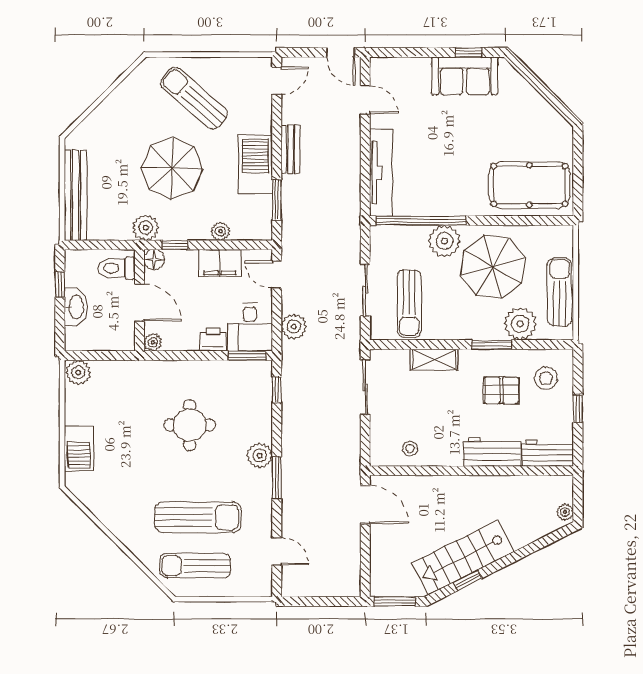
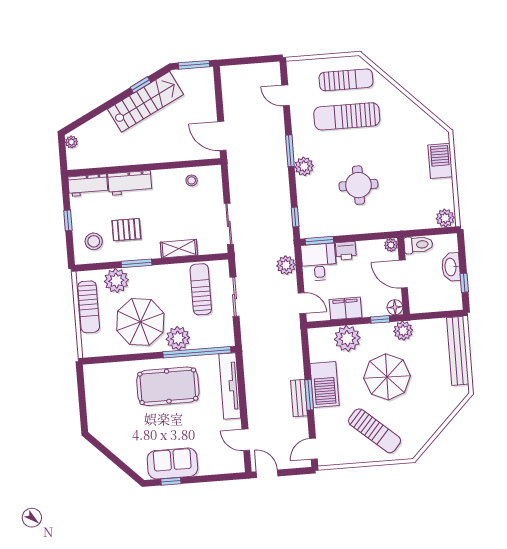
pool table: (529, 185) -> (168, 386), moved
window: (277, 200) -> (309, 395), moved
plant: (220, 231) -> (347, 339), width x1.87, depth x1.87
toilet: (117, 268) -> (418, 245), moved

